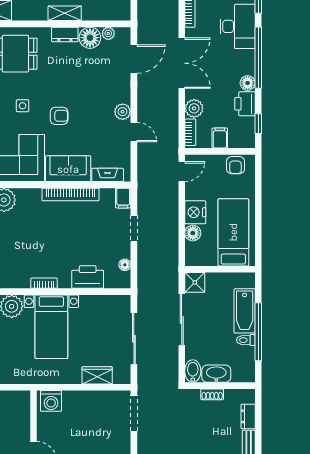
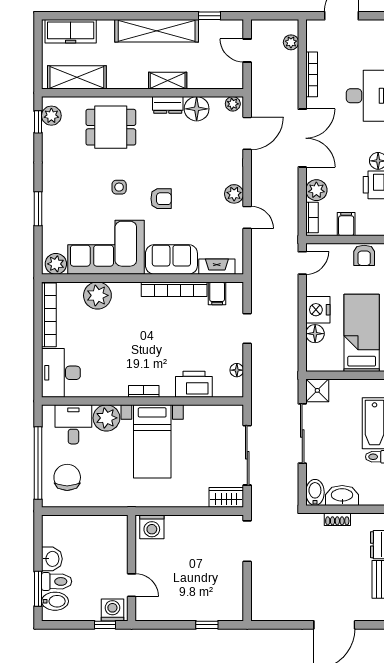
plant: (108, 33) -> (233, 104), moved
filing cabinet: (123, 198) -> (217, 293), moved
wardrobe: (97, 375) -> (226, 497), moved

